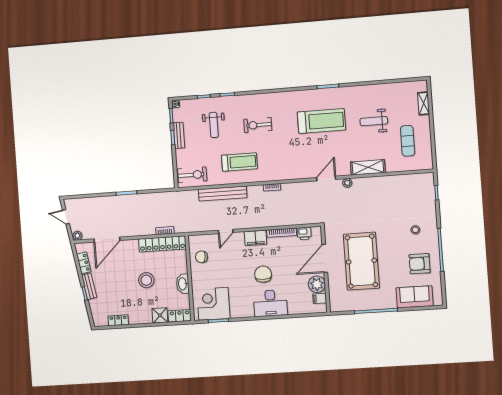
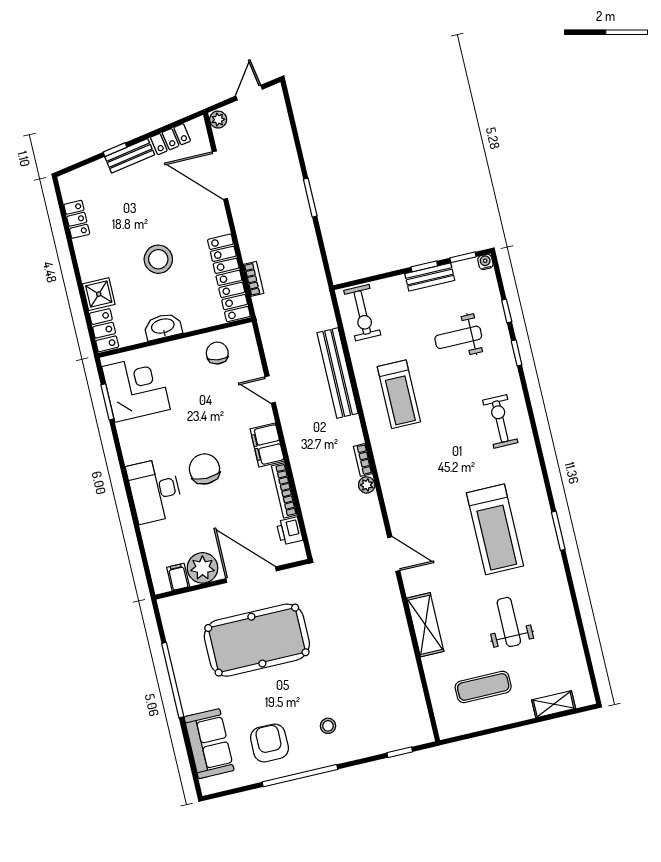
exercise bike: (258, 125) -> (500, 421), moved
plant: (347, 183) -> (367, 485), moved
chair: (263, 274) -> (204, 469), turned -90

